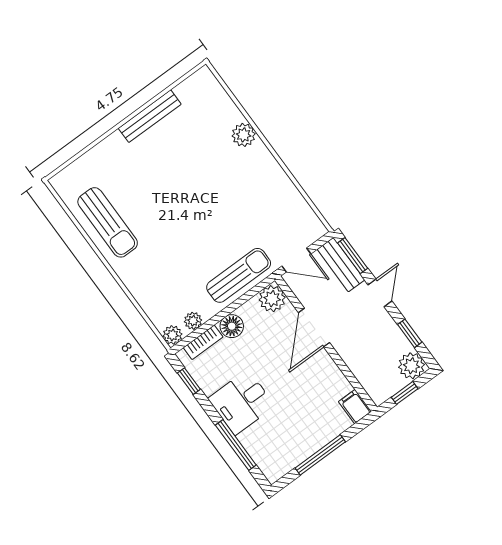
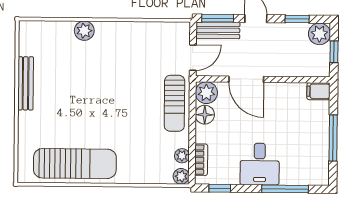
sun lounger: (108, 222) -> (75, 164), width x1.36, depth x1.34
sun lounger: (239, 275) -> (174, 103), turned 180
floor lamp: (232, 326) -> (205, 115), moved

